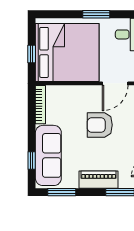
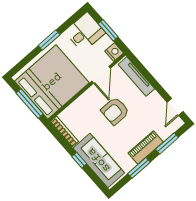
window: (32, 54) -> (30, 103), width x2.17
window: (32, 160) -> (79, 160), moved
window: (62, 192) -> (139, 168), moved

